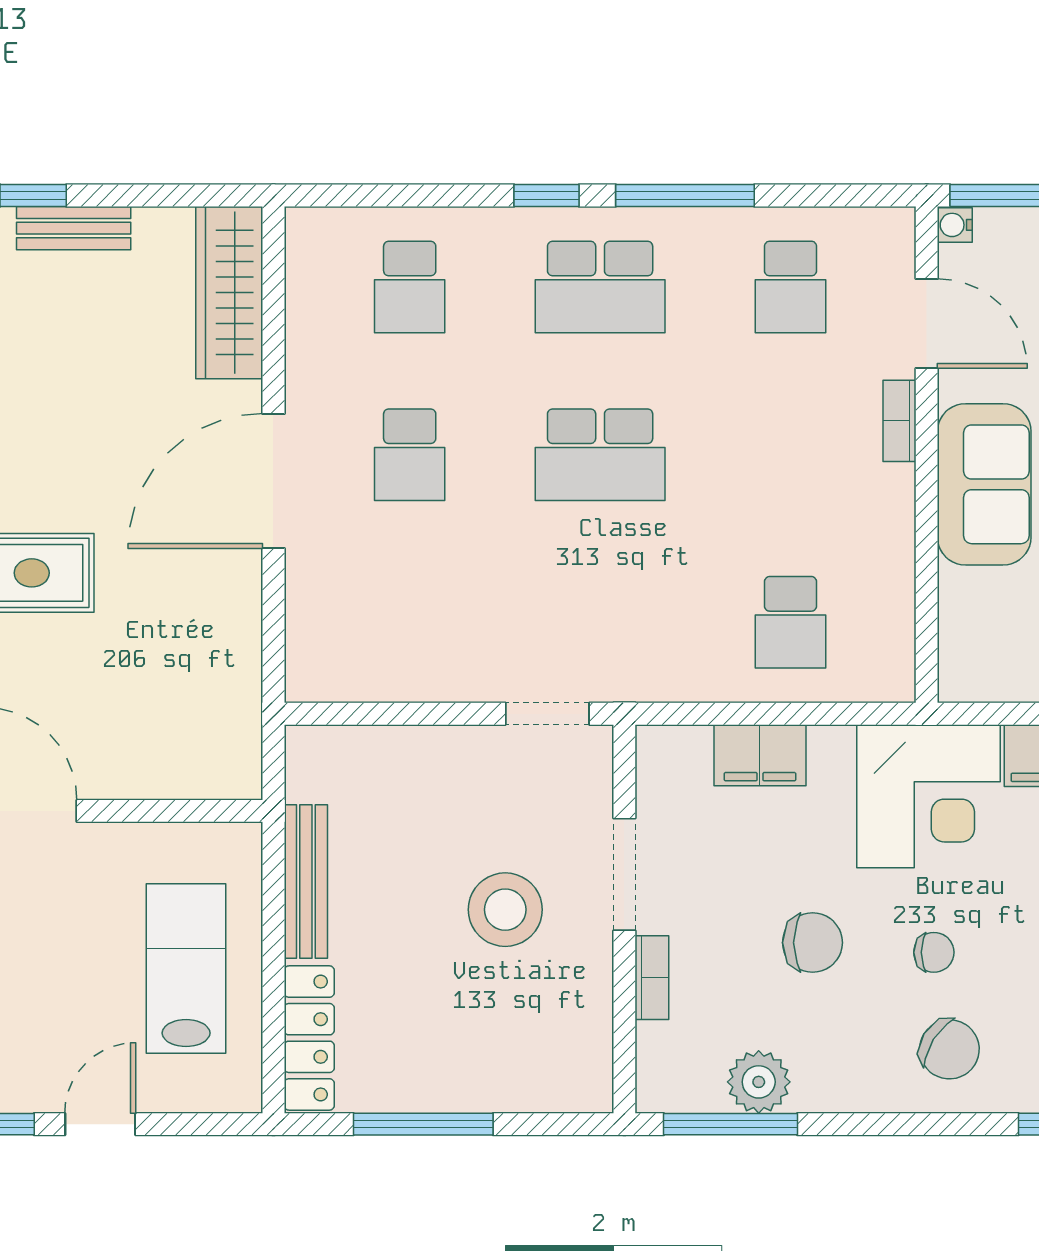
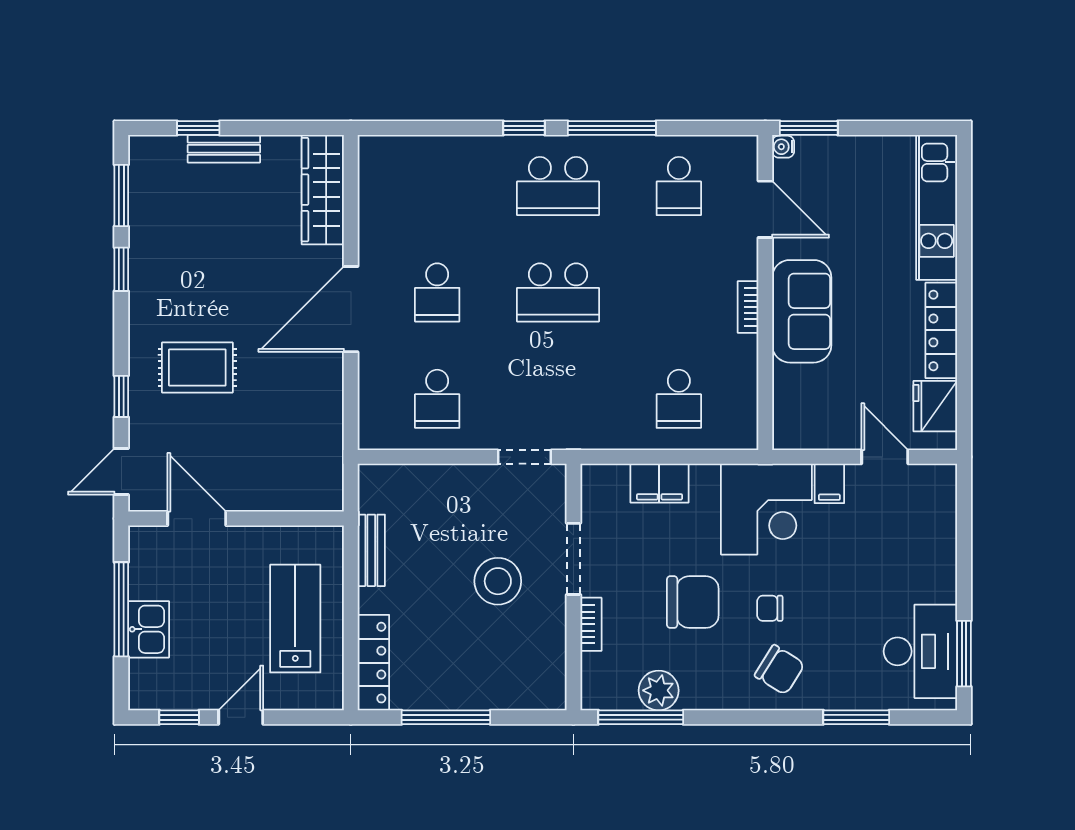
school desk: (410, 287) -> (437, 399), moved
bookcase: (900, 421) -> (748, 307), moved
bench: (306, 882) -> (371, 550), width x0.73
chair: (813, 943) -> (693, 602), width x1.37, depth x1.37
chair: (934, 952) -> (770, 608), turned 180

